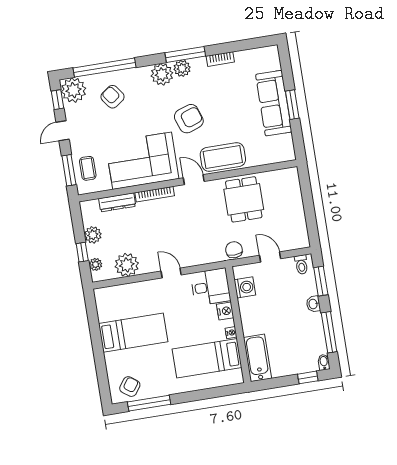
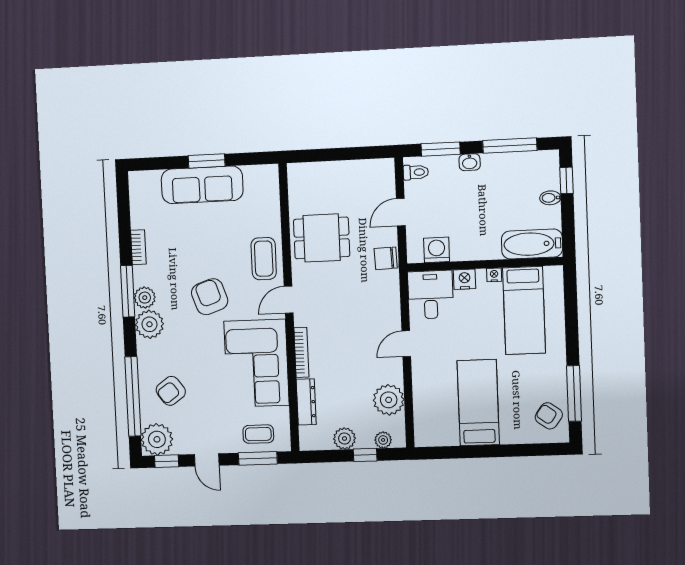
coffee table: (223, 157) -> (264, 259), width x0.73, depth x0.76
bidet: (324, 362) -> (550, 198), moved

